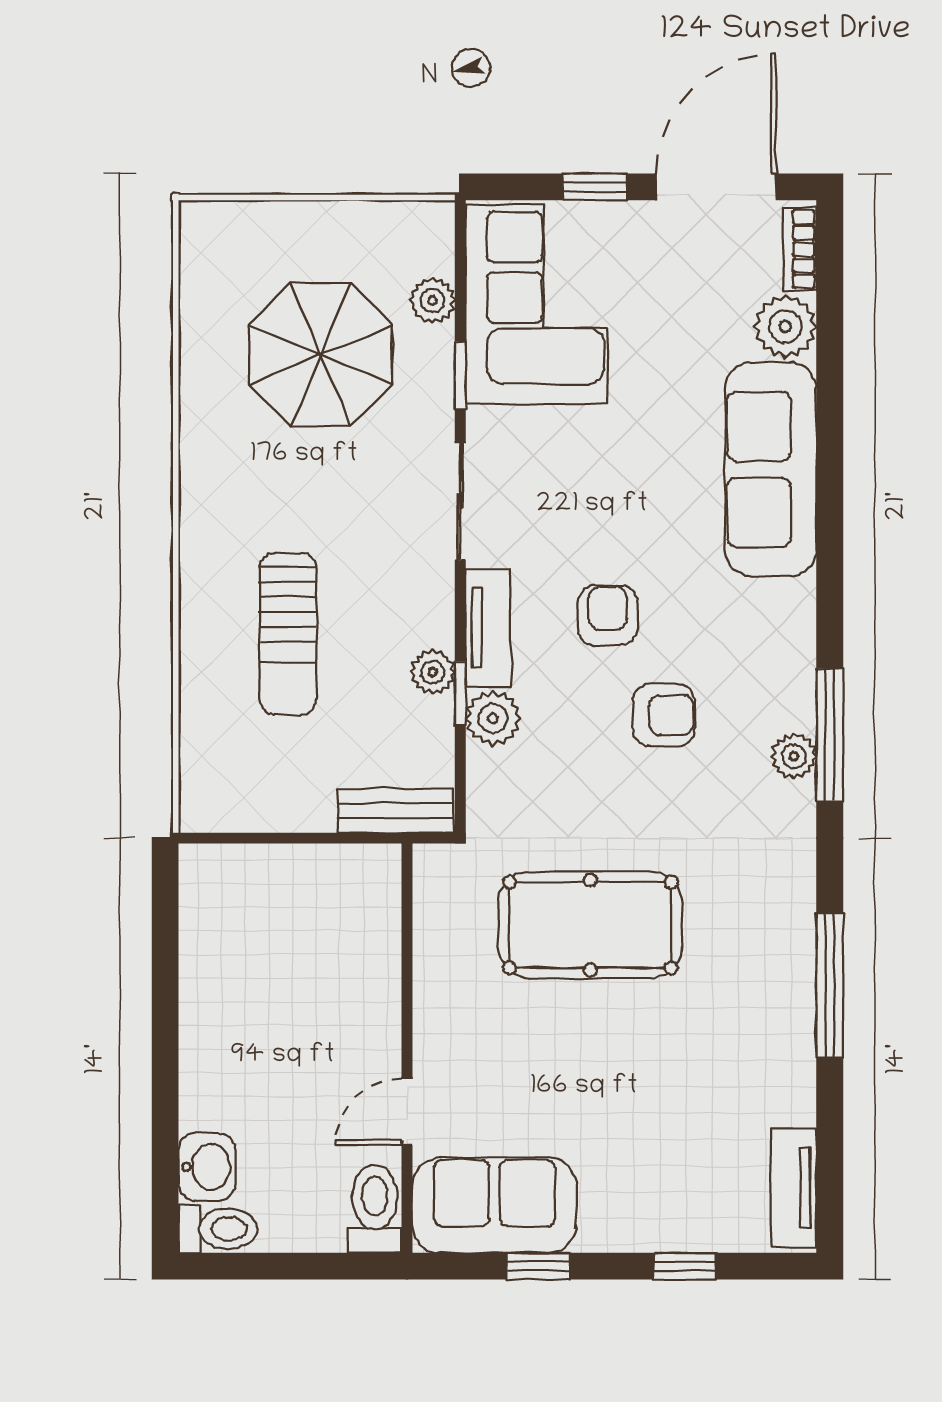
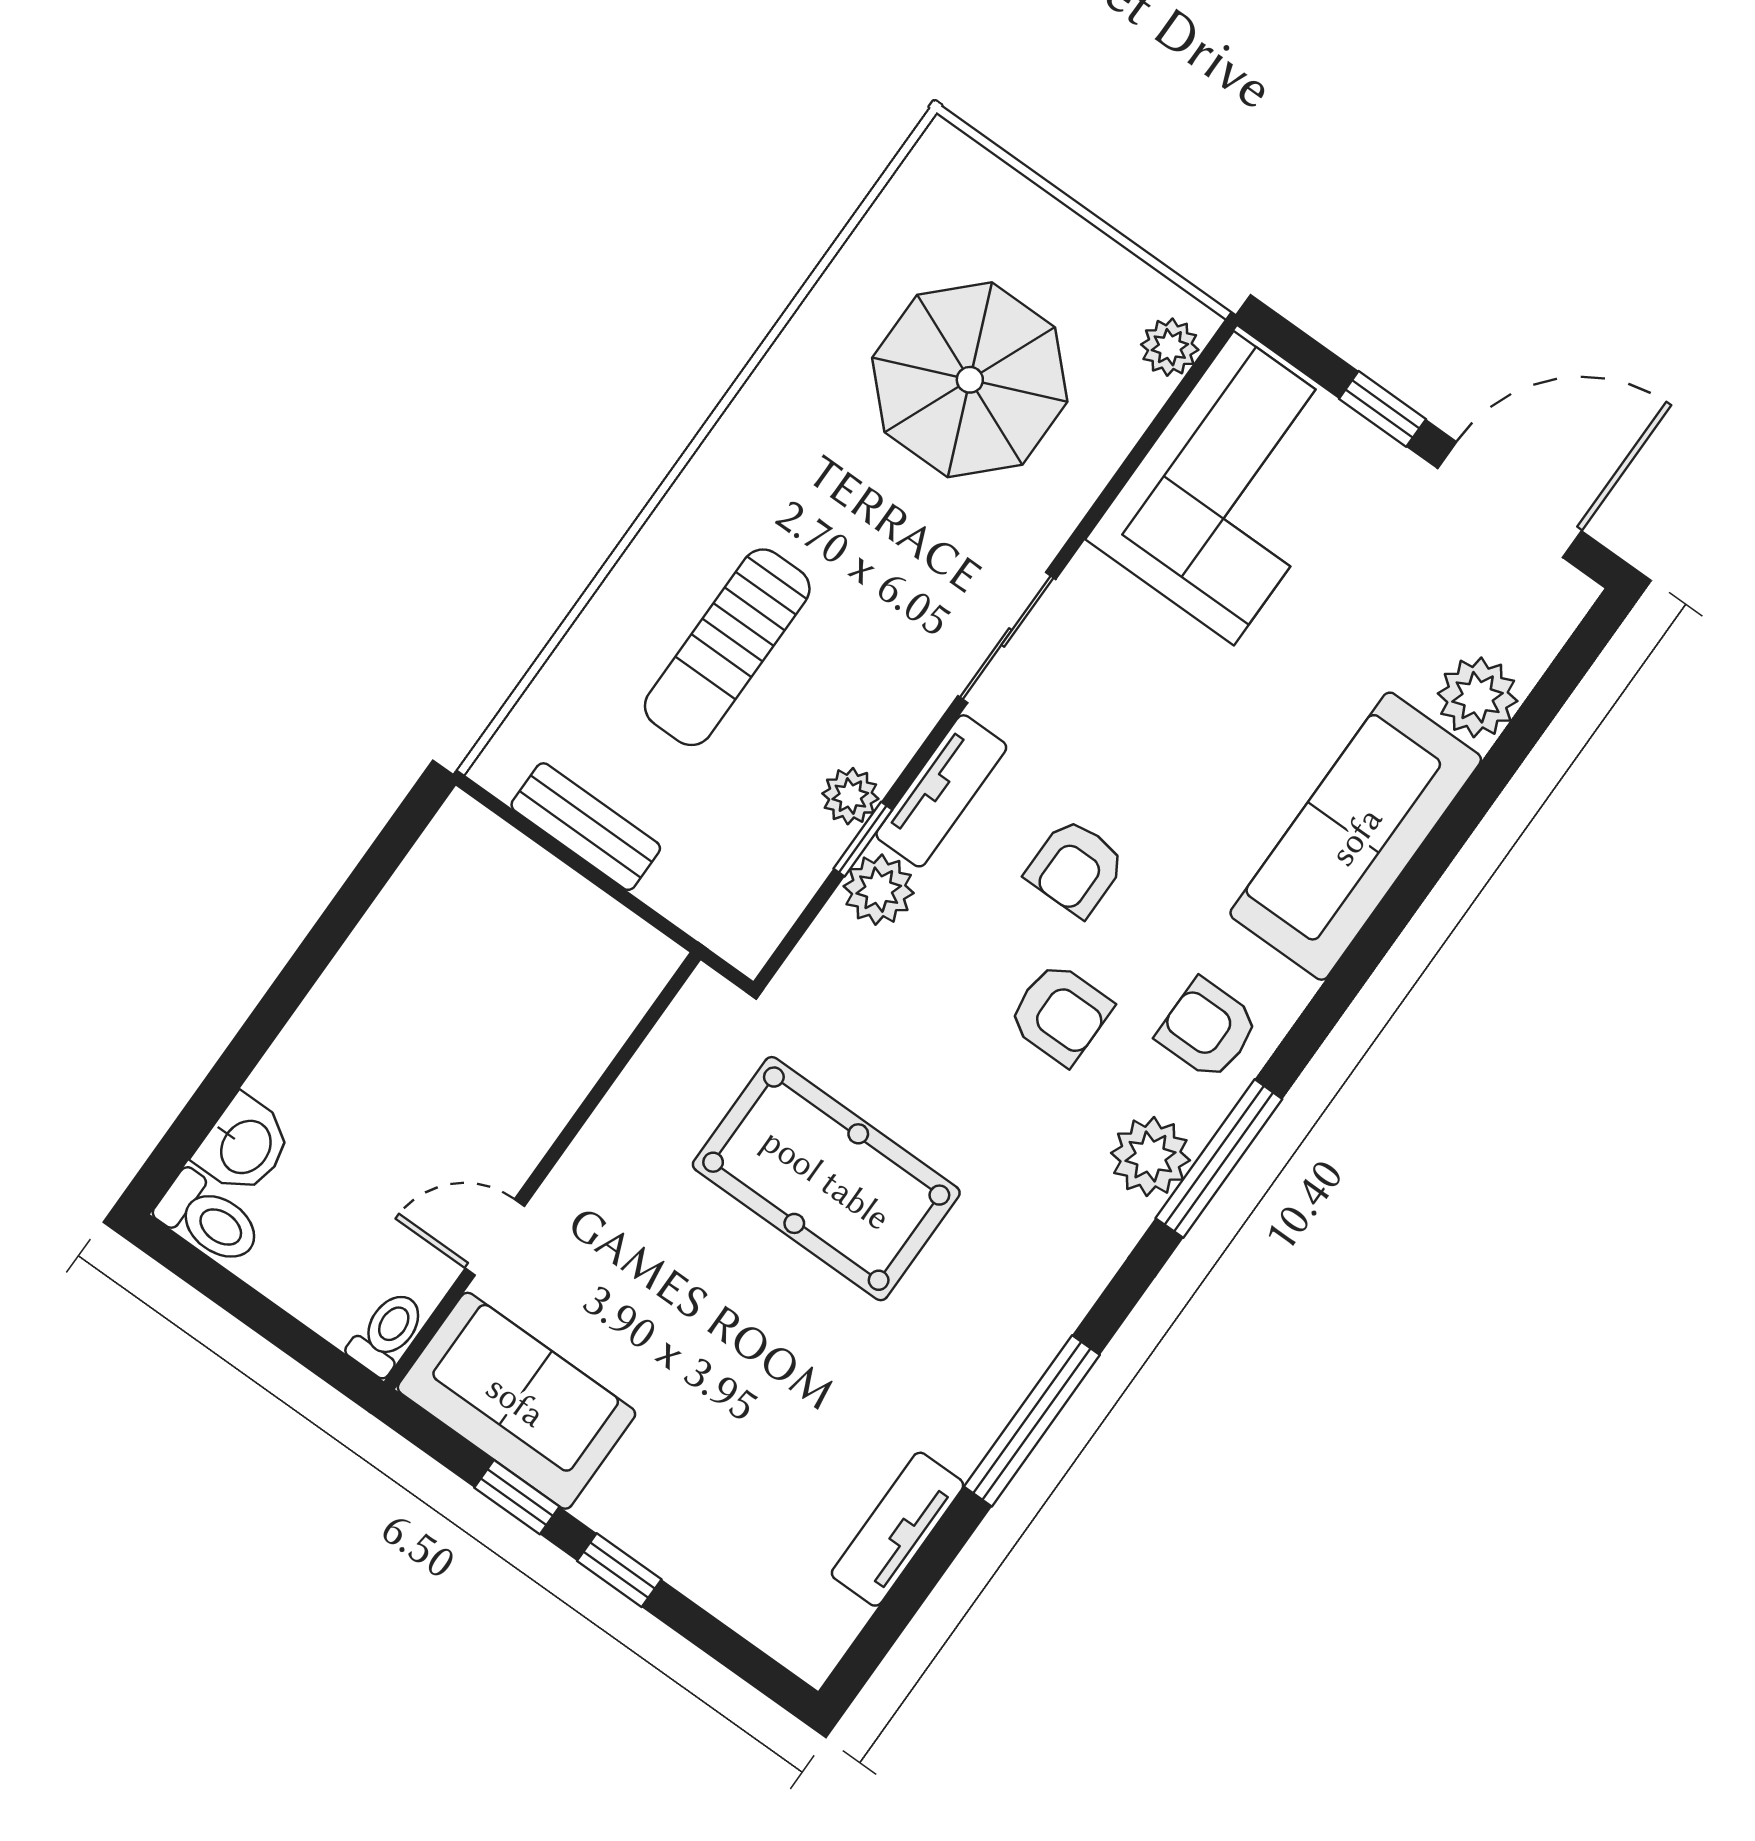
bookcase: (800, 249) -> (1551, 627), removed
plant: (432, 301) -> (1170, 347), moved
window: (460, 375) -> (1101, 506), removed
armchair: (608, 616) -> (1076, 868), turned 180
armchair: (764, 658) -> (1208, 1029), added
plant: (794, 756) -> (1150, 1157), width x1.38, depth x1.38
bench: (395, 811) -> (586, 827), moved
tv unit: (794, 1188) -> (898, 1529), moved
toilet: (375, 1209) -> (387, 1333), width x0.73, depth x0.72
window: (685, 1266) -> (619, 1570), moved

